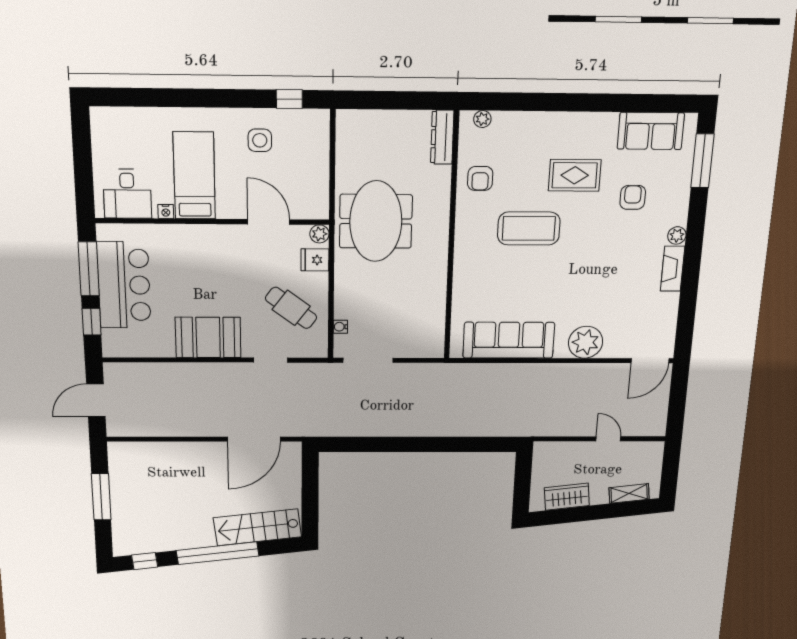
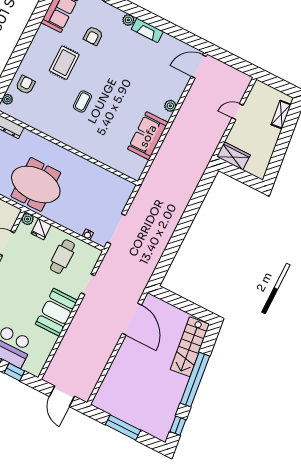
armchair: (480, 178) -> (25, 85), moved, turned -90
armchair: (633, 197) -> (93, 36), turned -90
coffee table: (529, 228) -> (82, 101), width x0.54, depth x0.58
cafe table: (291, 308) -> (62, 257), turned -37
sofa: (509, 340) -> (148, 136), width x0.73
plant: (586, 342) -> (170, 106), width x0.53, depth x0.53
door: (650, 361) -> (199, 66), swing flipped
wardrobe: (567, 497) -> (233, 156), moved, turned 97

